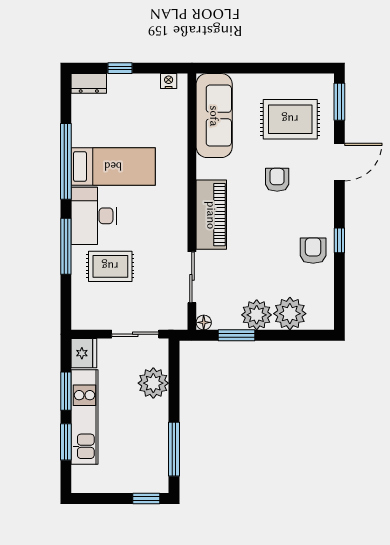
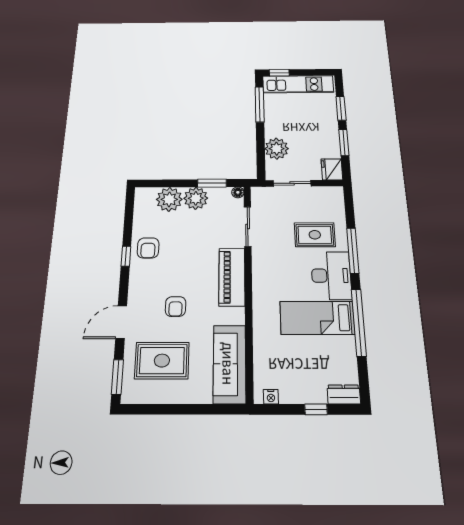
kitchen unit: (84, 417) -> (298, 84), moved, turned -90

